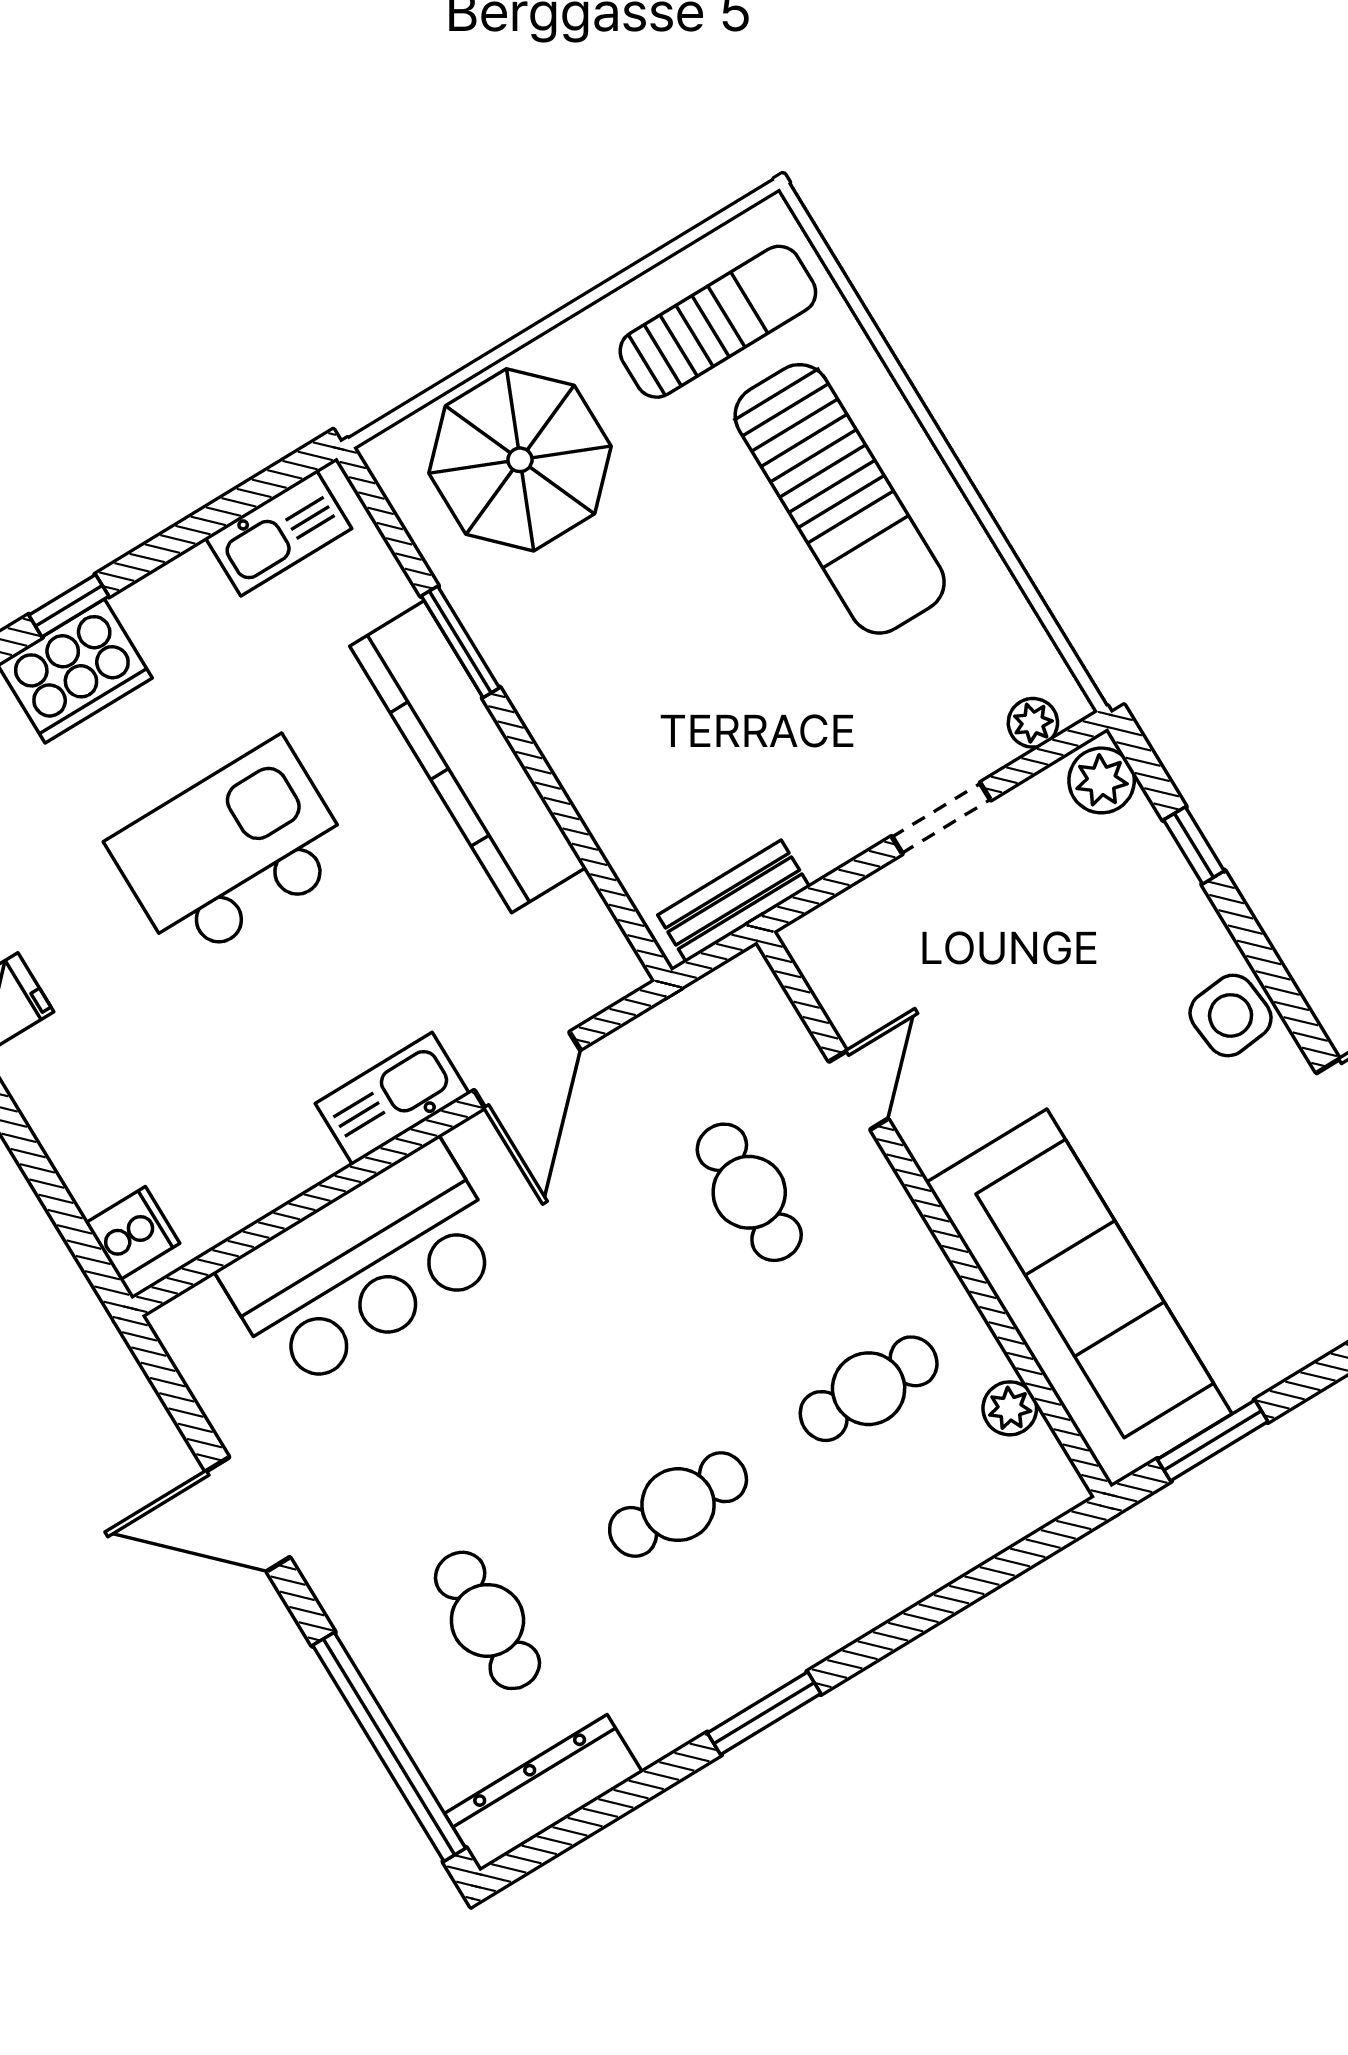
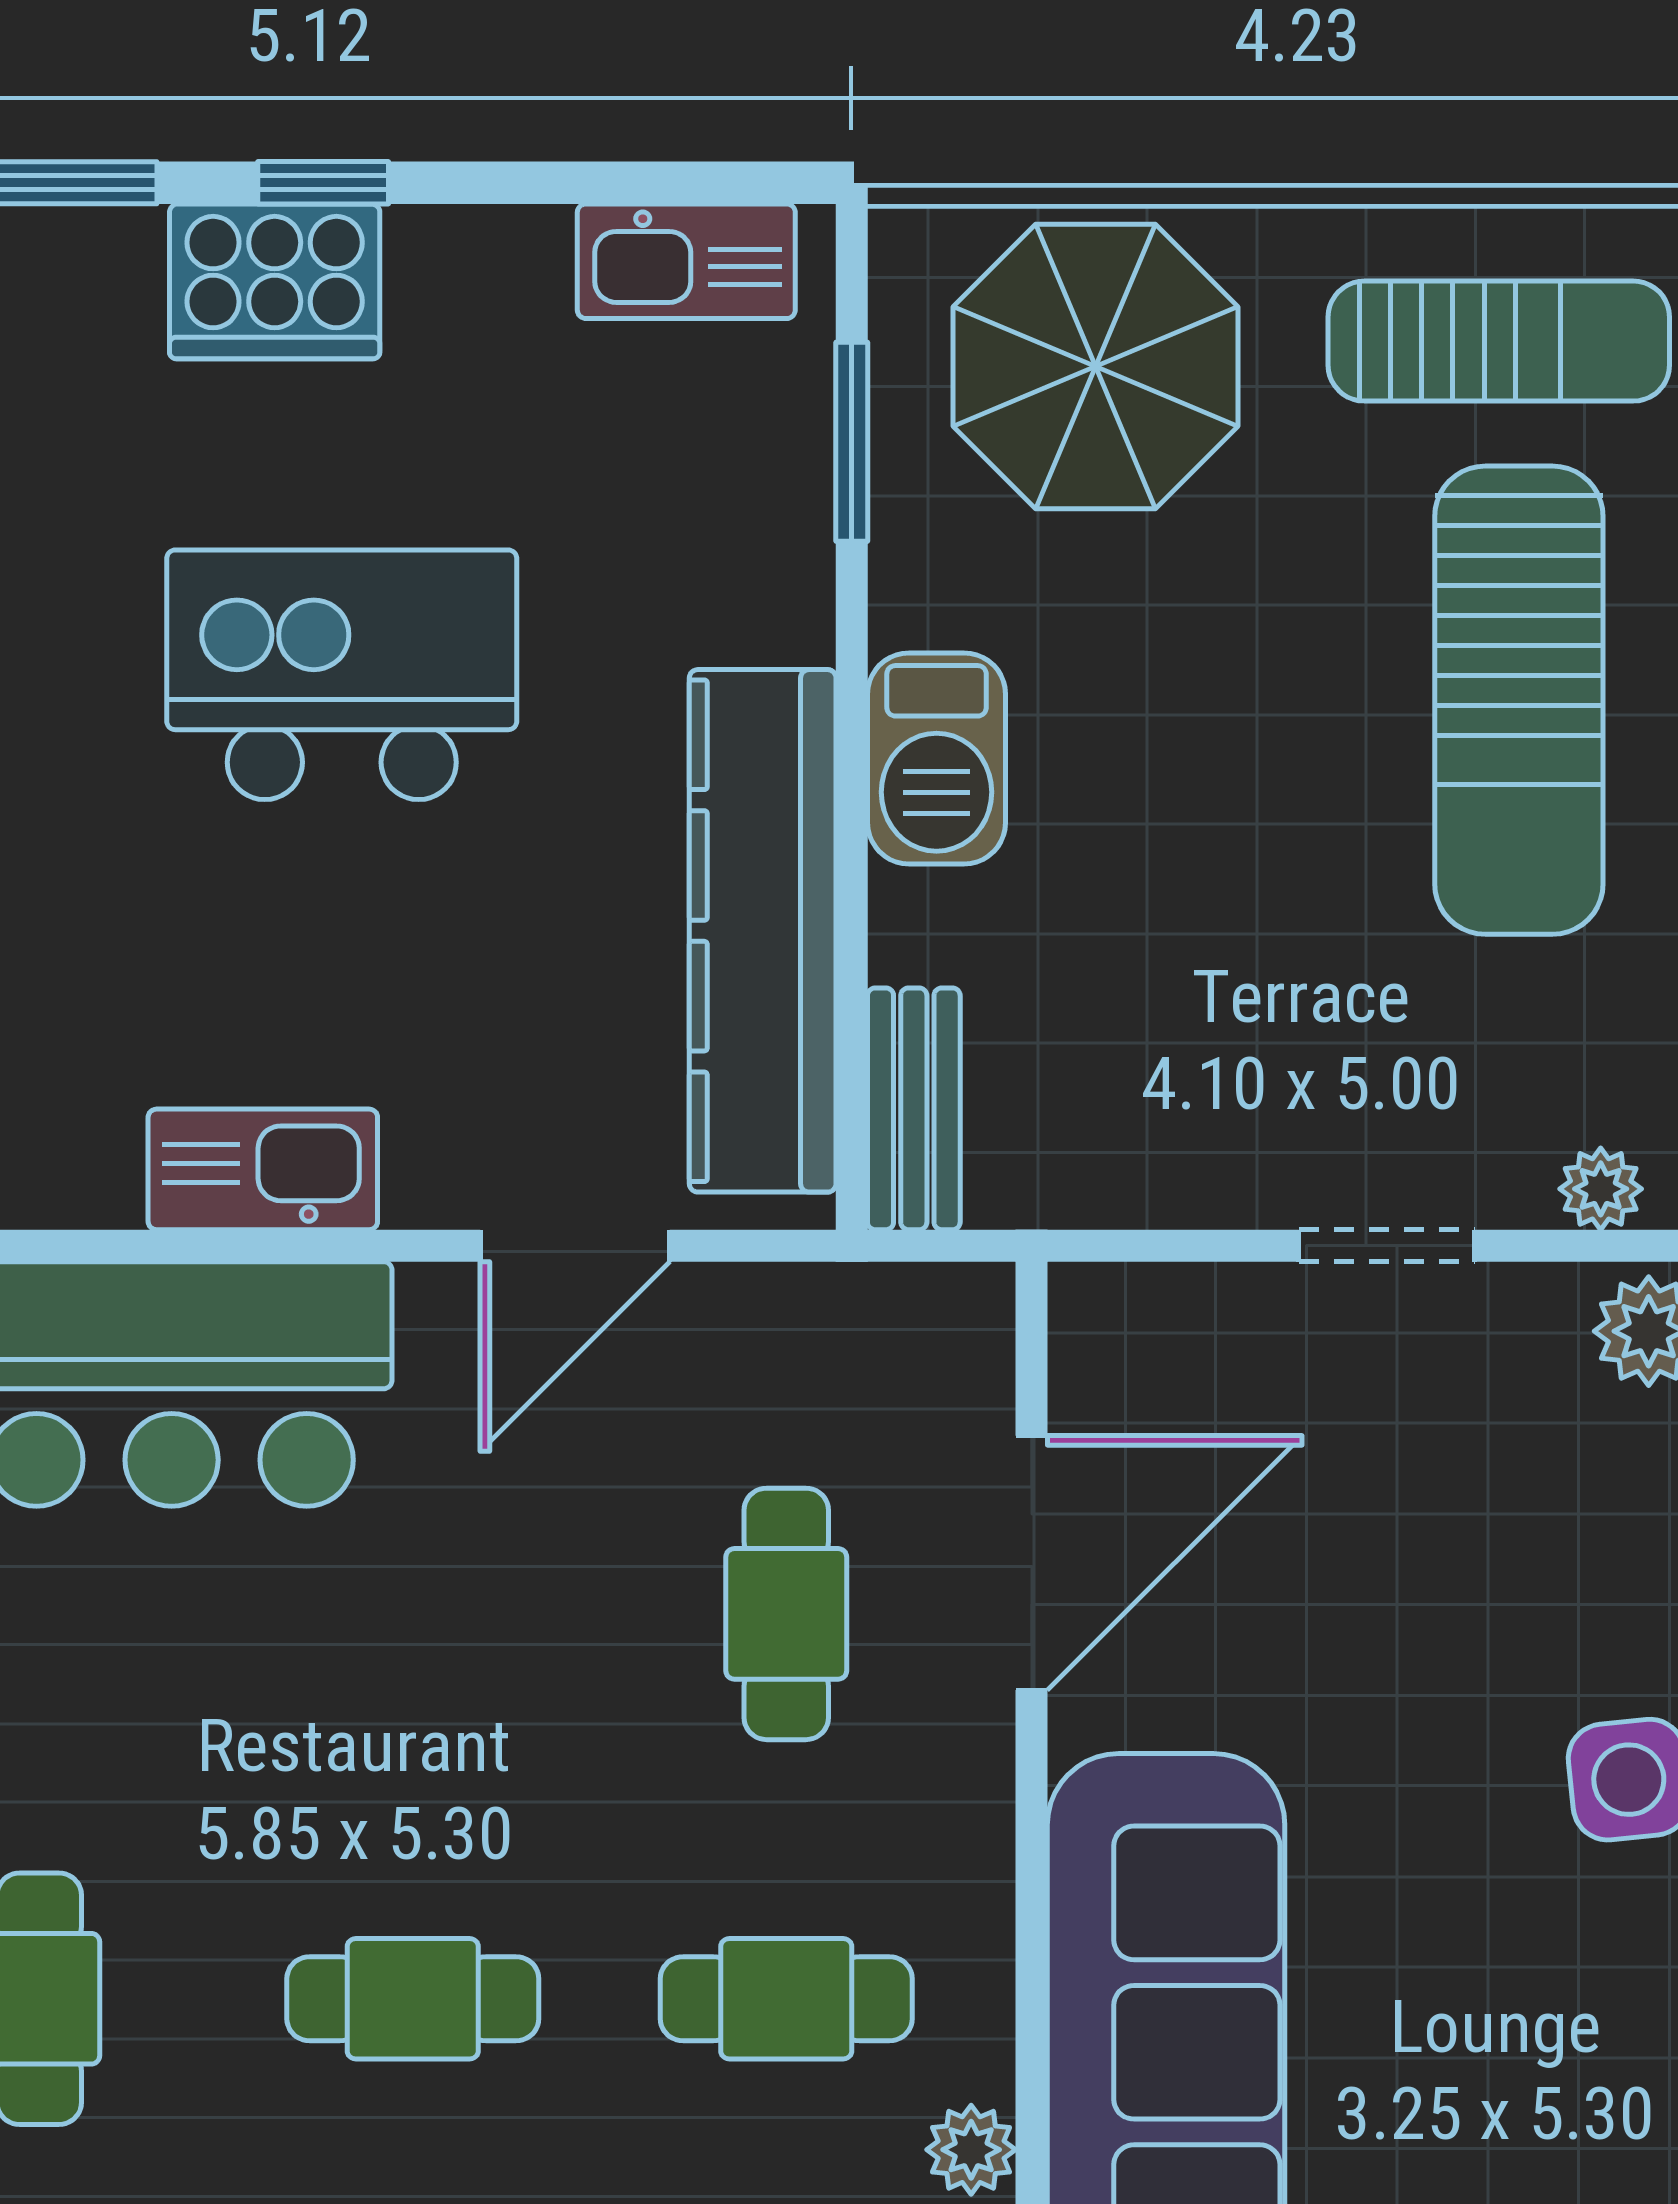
window: (460, 642) -> (852, 442), moved
barbecue: (560, 709) -> (937, 758), added
kitchen counter: (468, 757) -> (763, 931), moved
bench: (734, 901) -> (914, 1109), moved, turned 90
door: (859, 1090) -> (1032, 1563), width x1.88
kitchen sink: (392, 1099) -> (263, 1169), moved

